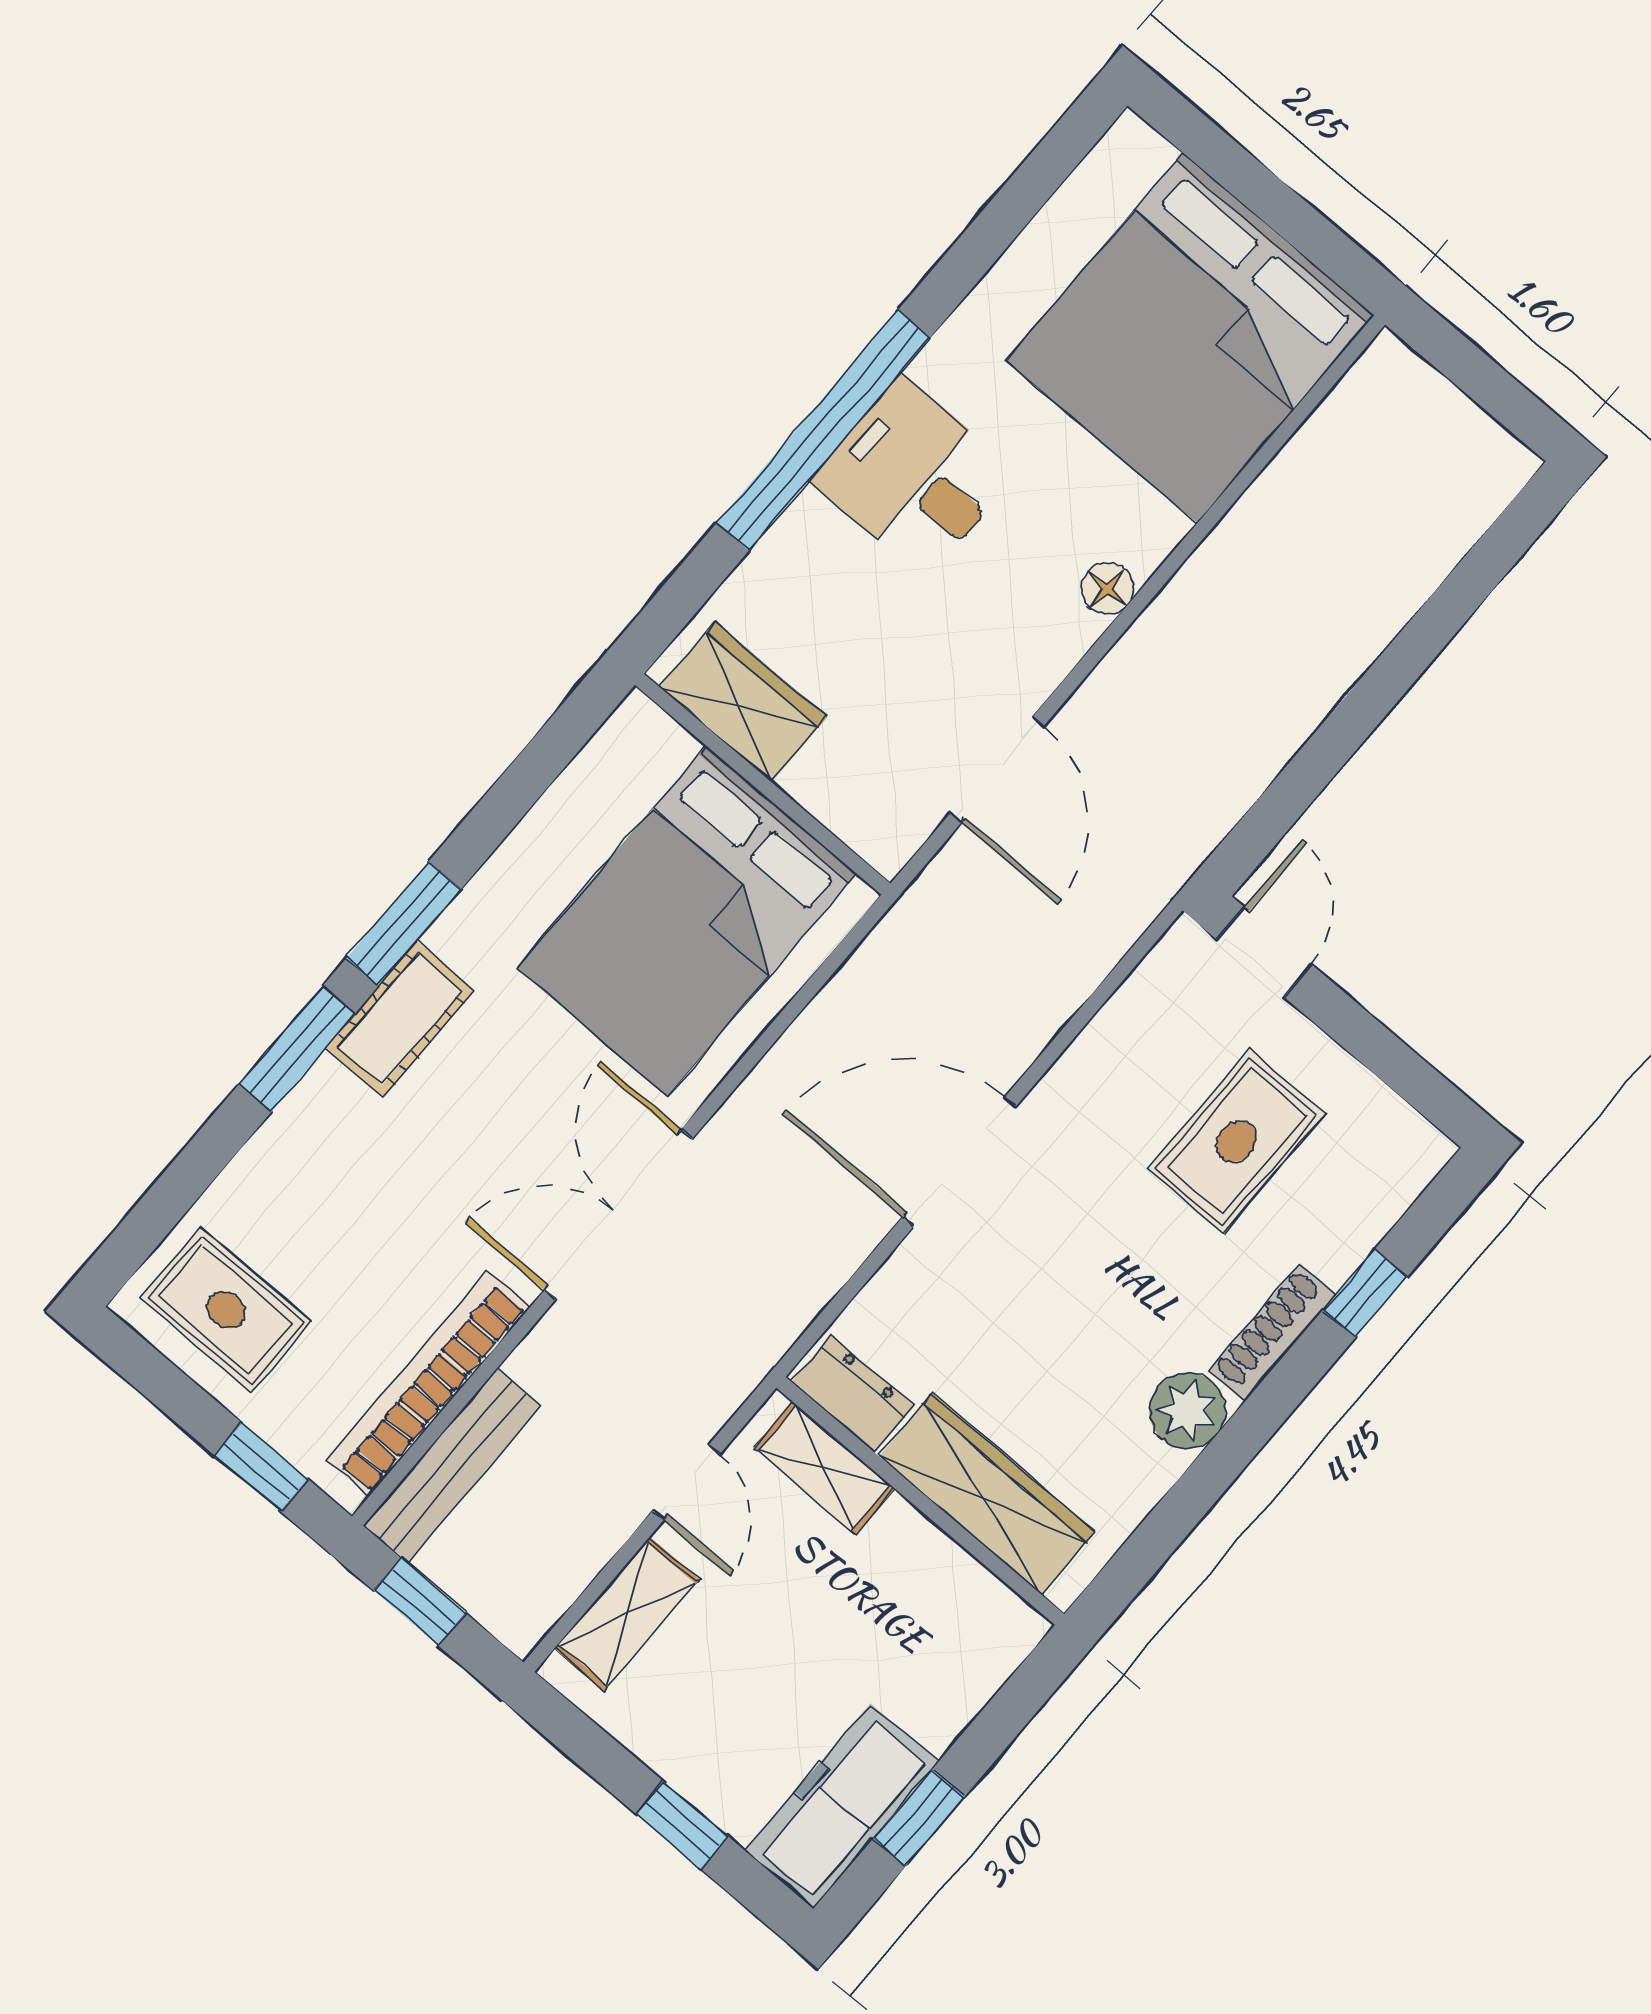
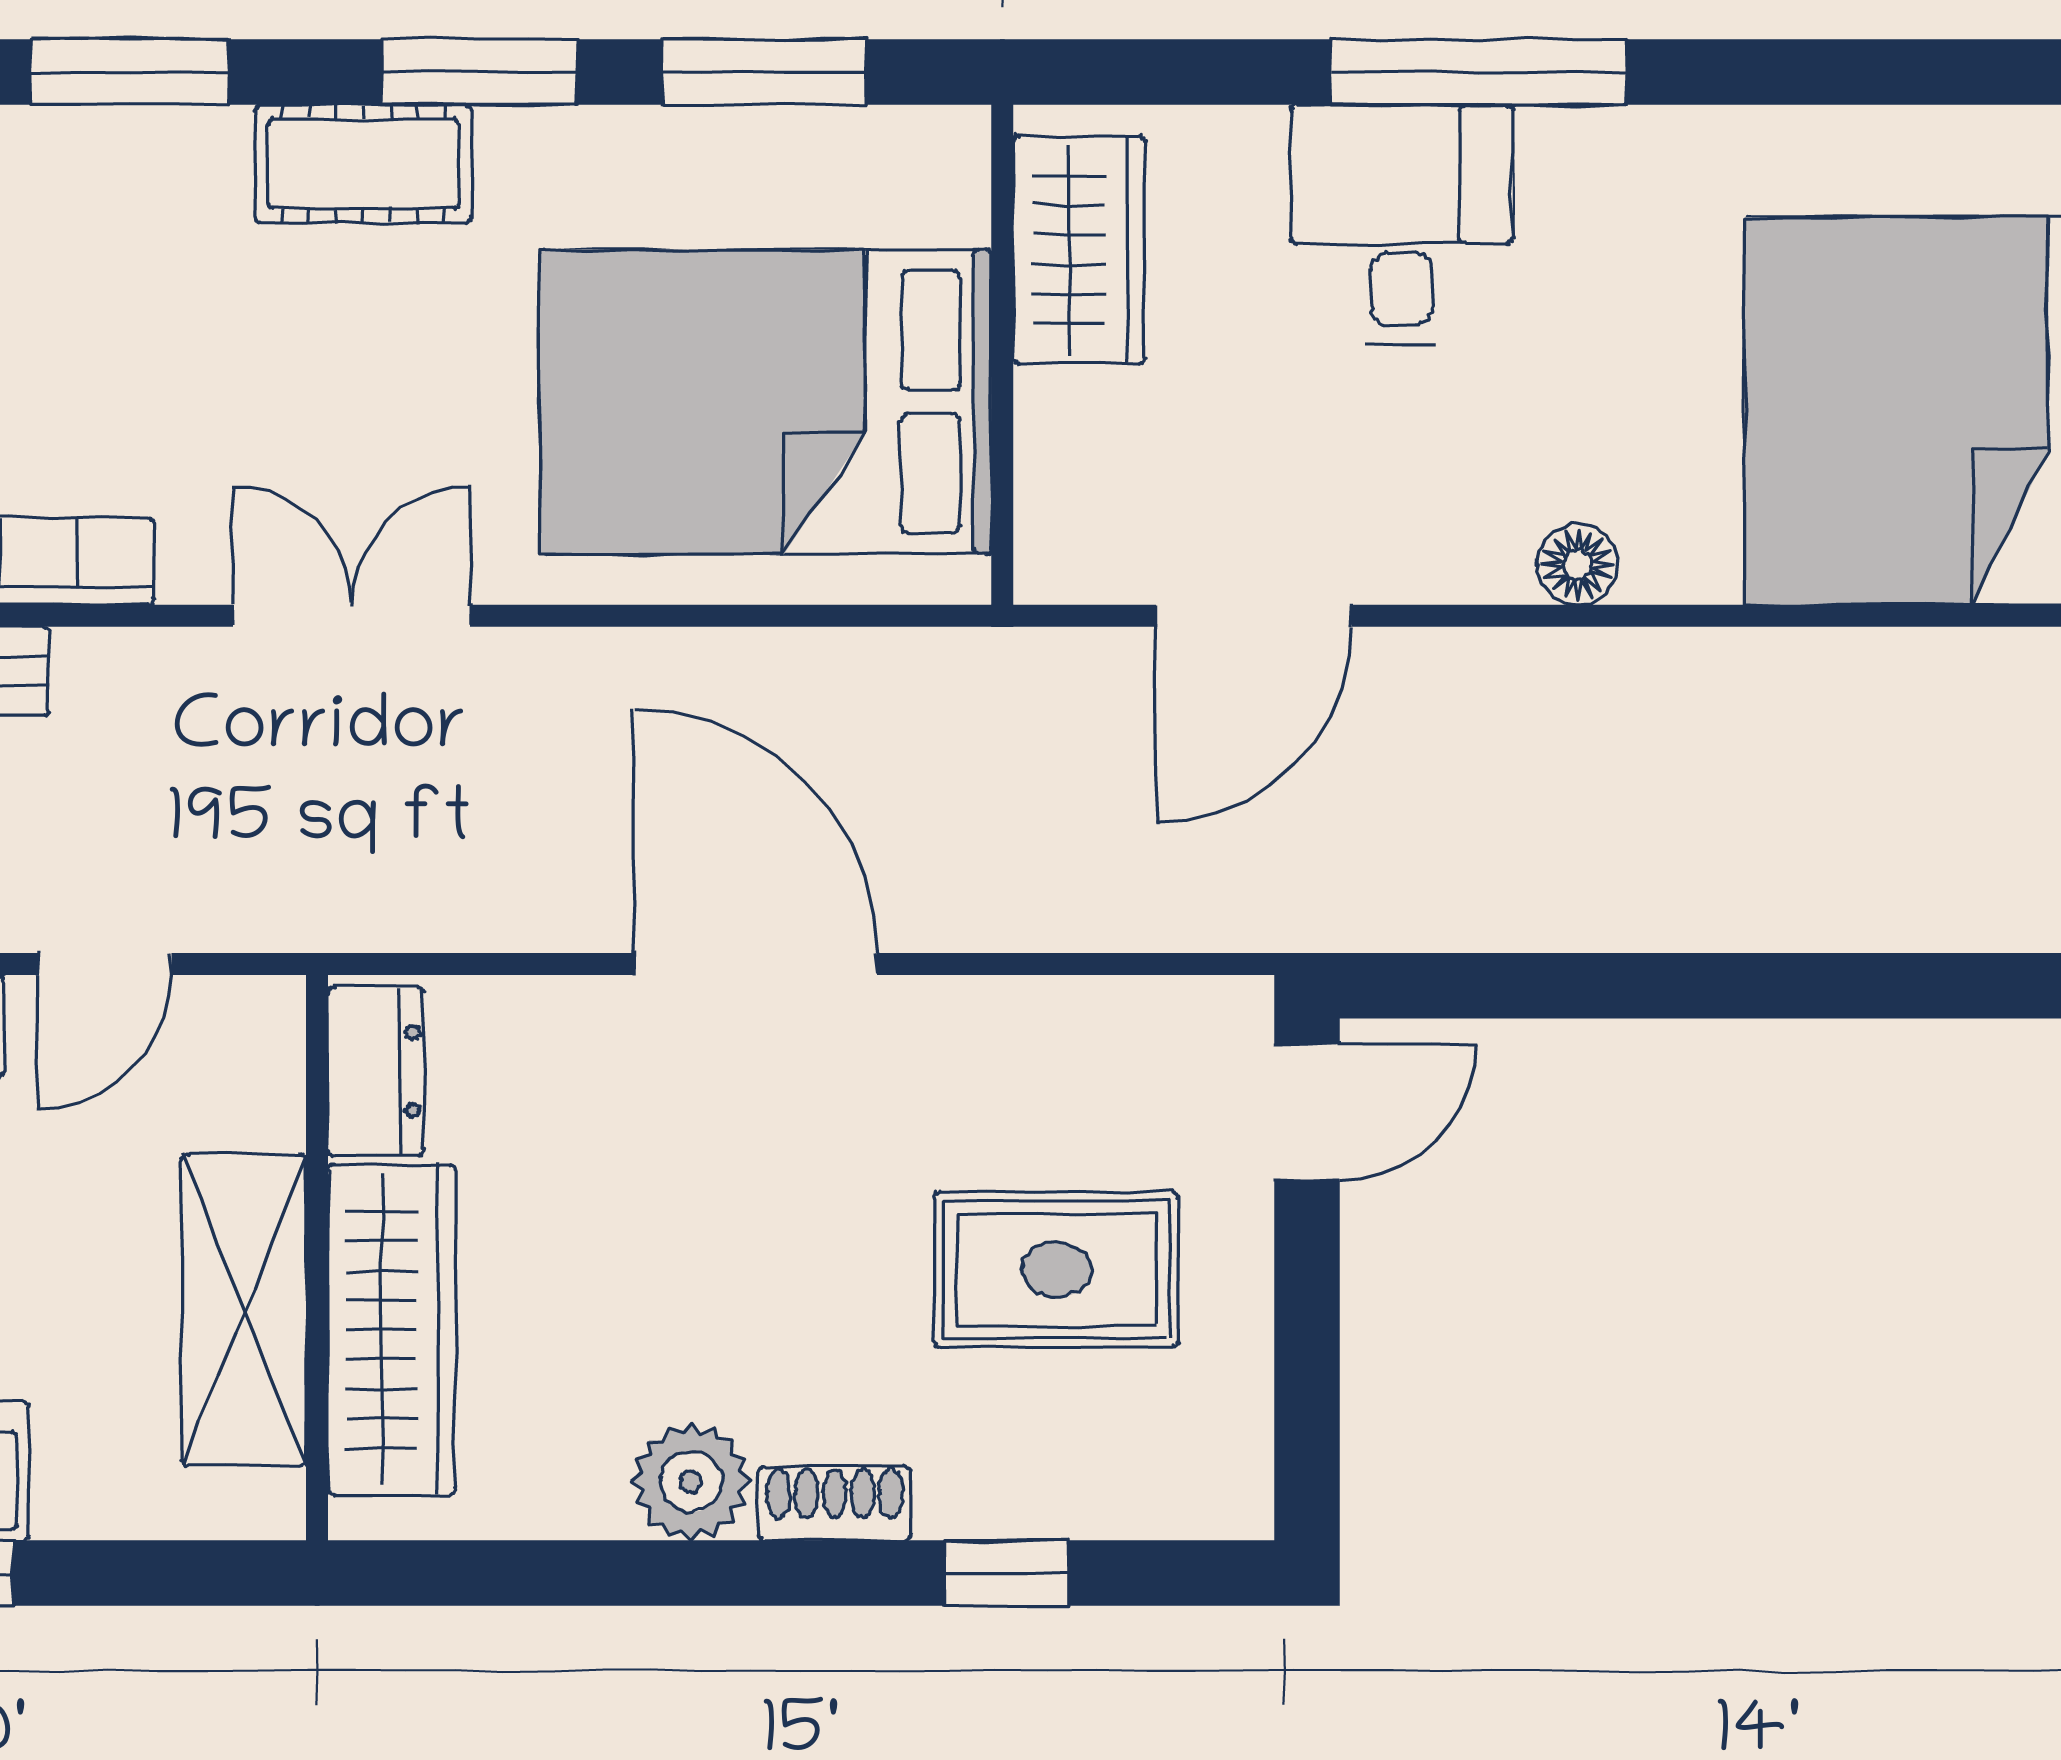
window: (823, 430) -> (1479, 72), width x0.68
desk: (914, 477) -> (1402, 224), moved
window: (523, 783) -> (764, 72), added
window: (297, 1049) -> (130, 72), moved
double door: (618, 1215) -> (352, 616), width x0.73
shoe rack: (1272, 1333) -> (835, 1503), width x0.70
shelving: (824, 1468) -> (244, 1310), moved, width x1.50, depth x1.33

